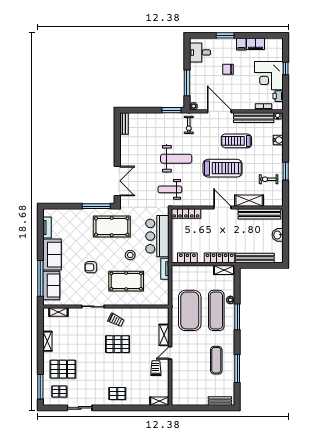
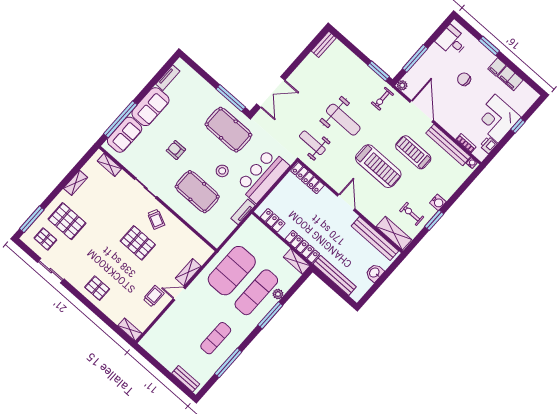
water cooler: (278, 140) -> (438, 202), moved
shelving: (249, 201) -> (394, 233), moved

